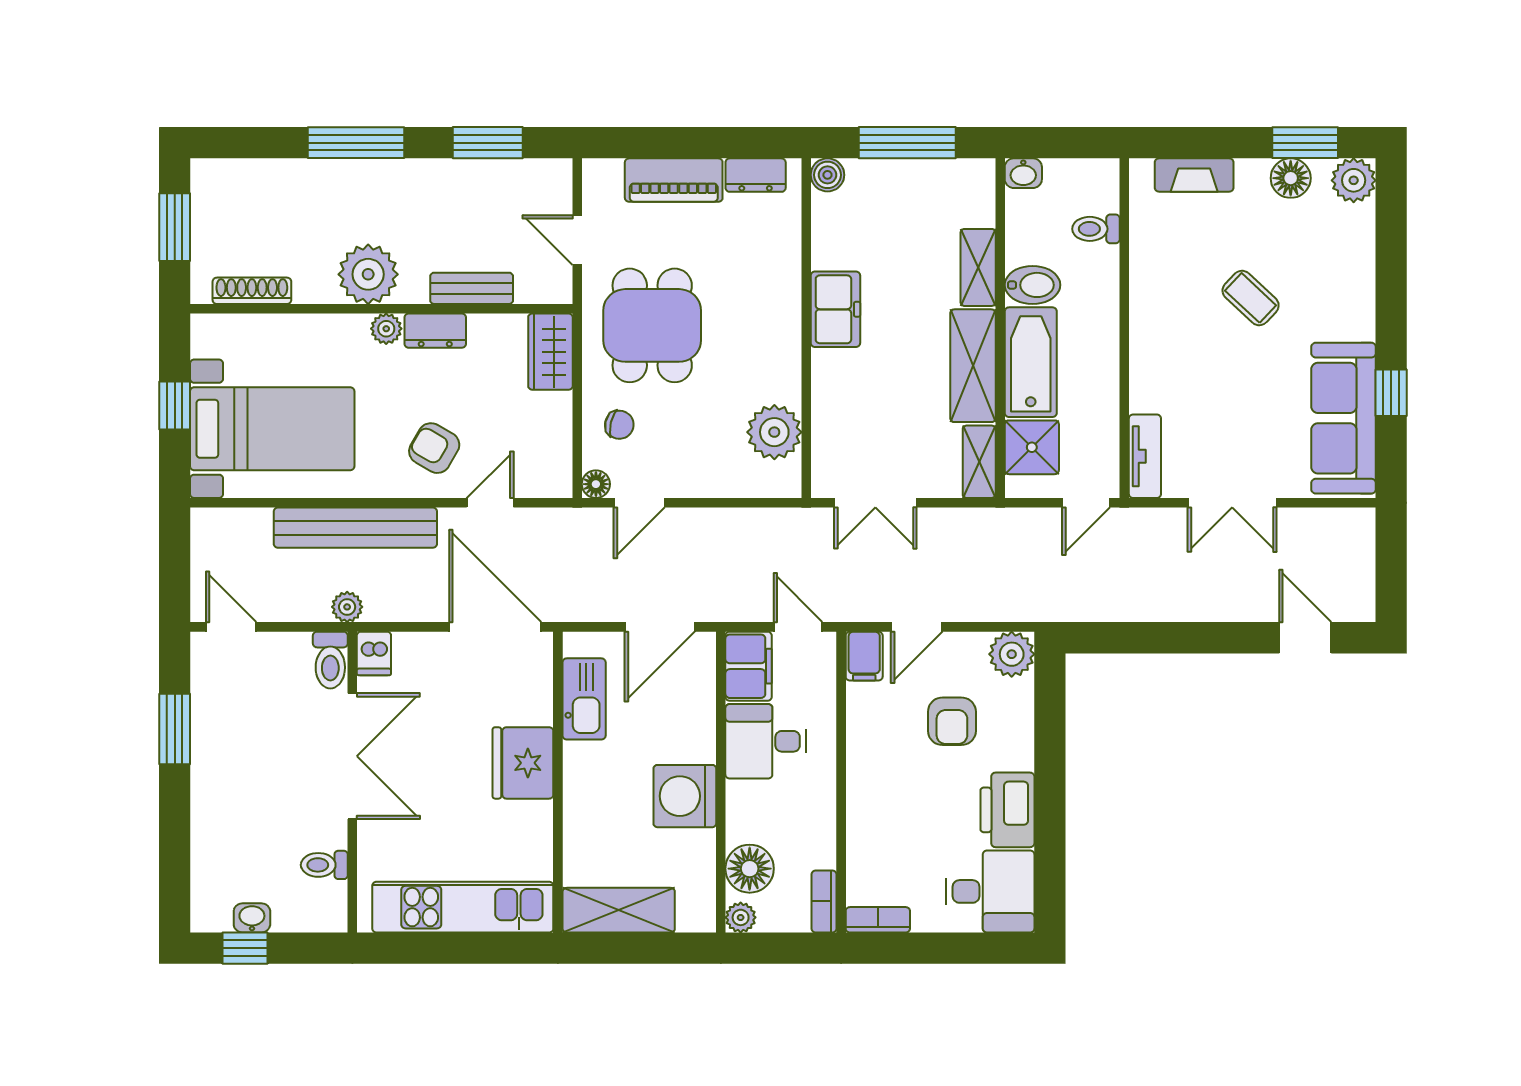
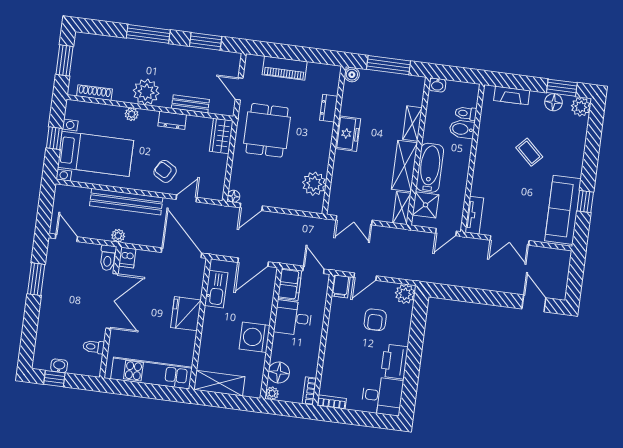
dresser: (756, 175) -> (329, 108), moved, turned 90
bidet: (1033, 285) -> (462, 129), moved, turned 180
plant: (386, 329) -> (132, 114), moved
chair: (619, 425) -> (247, 172), removed

